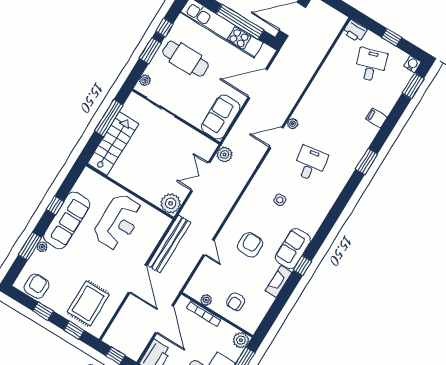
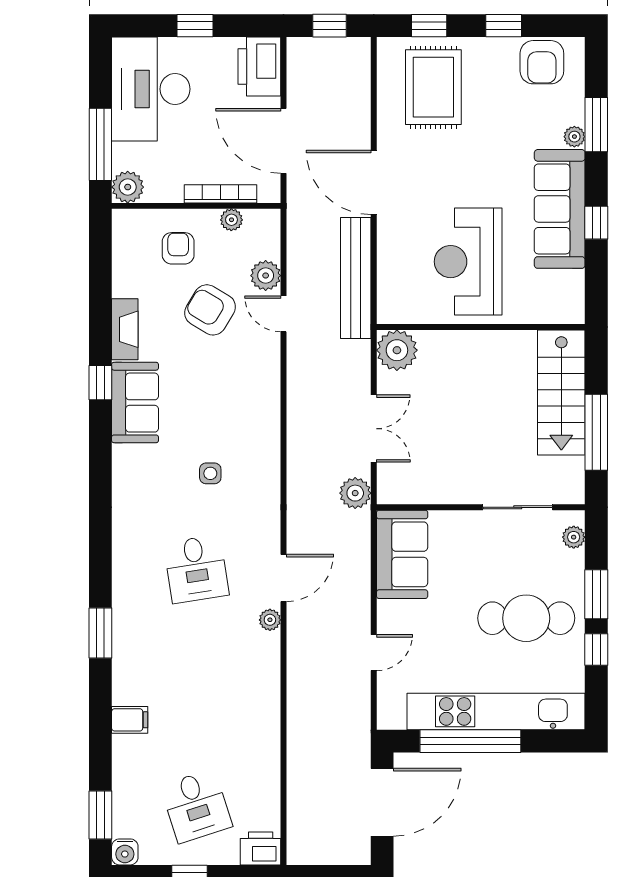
door: (258, 83) -> (374, 653), width x0.53
armchair: (250, 245) -> (210, 310), moved, turned 121
plant: (206, 268) -> (266, 276), added

